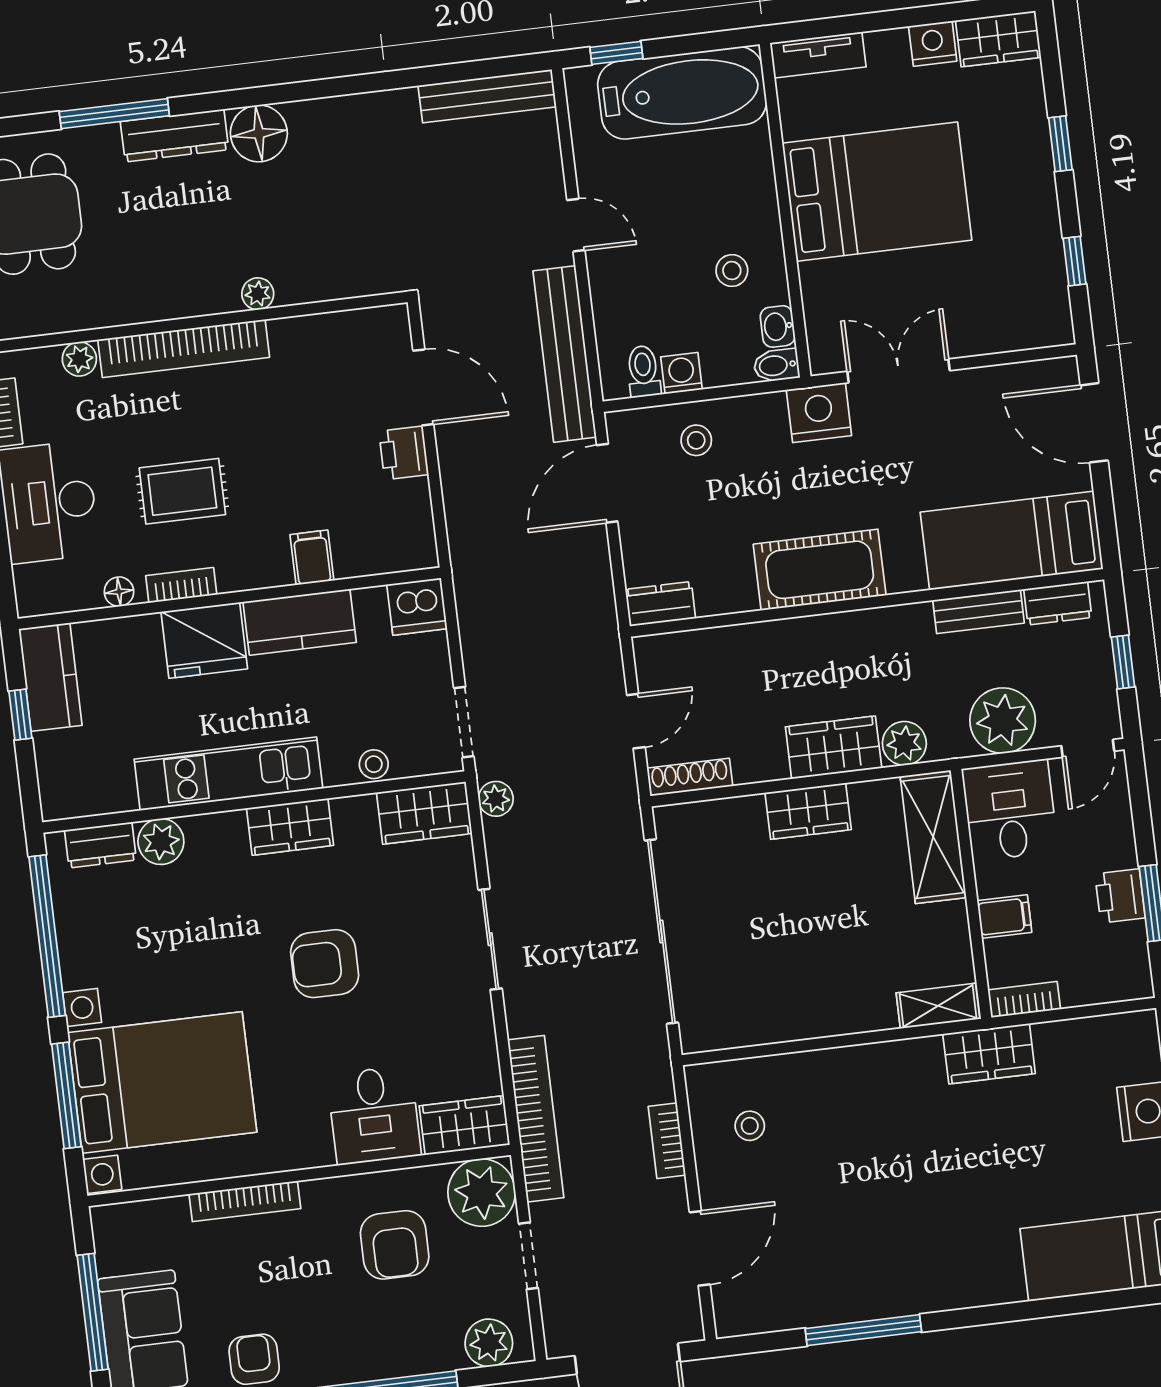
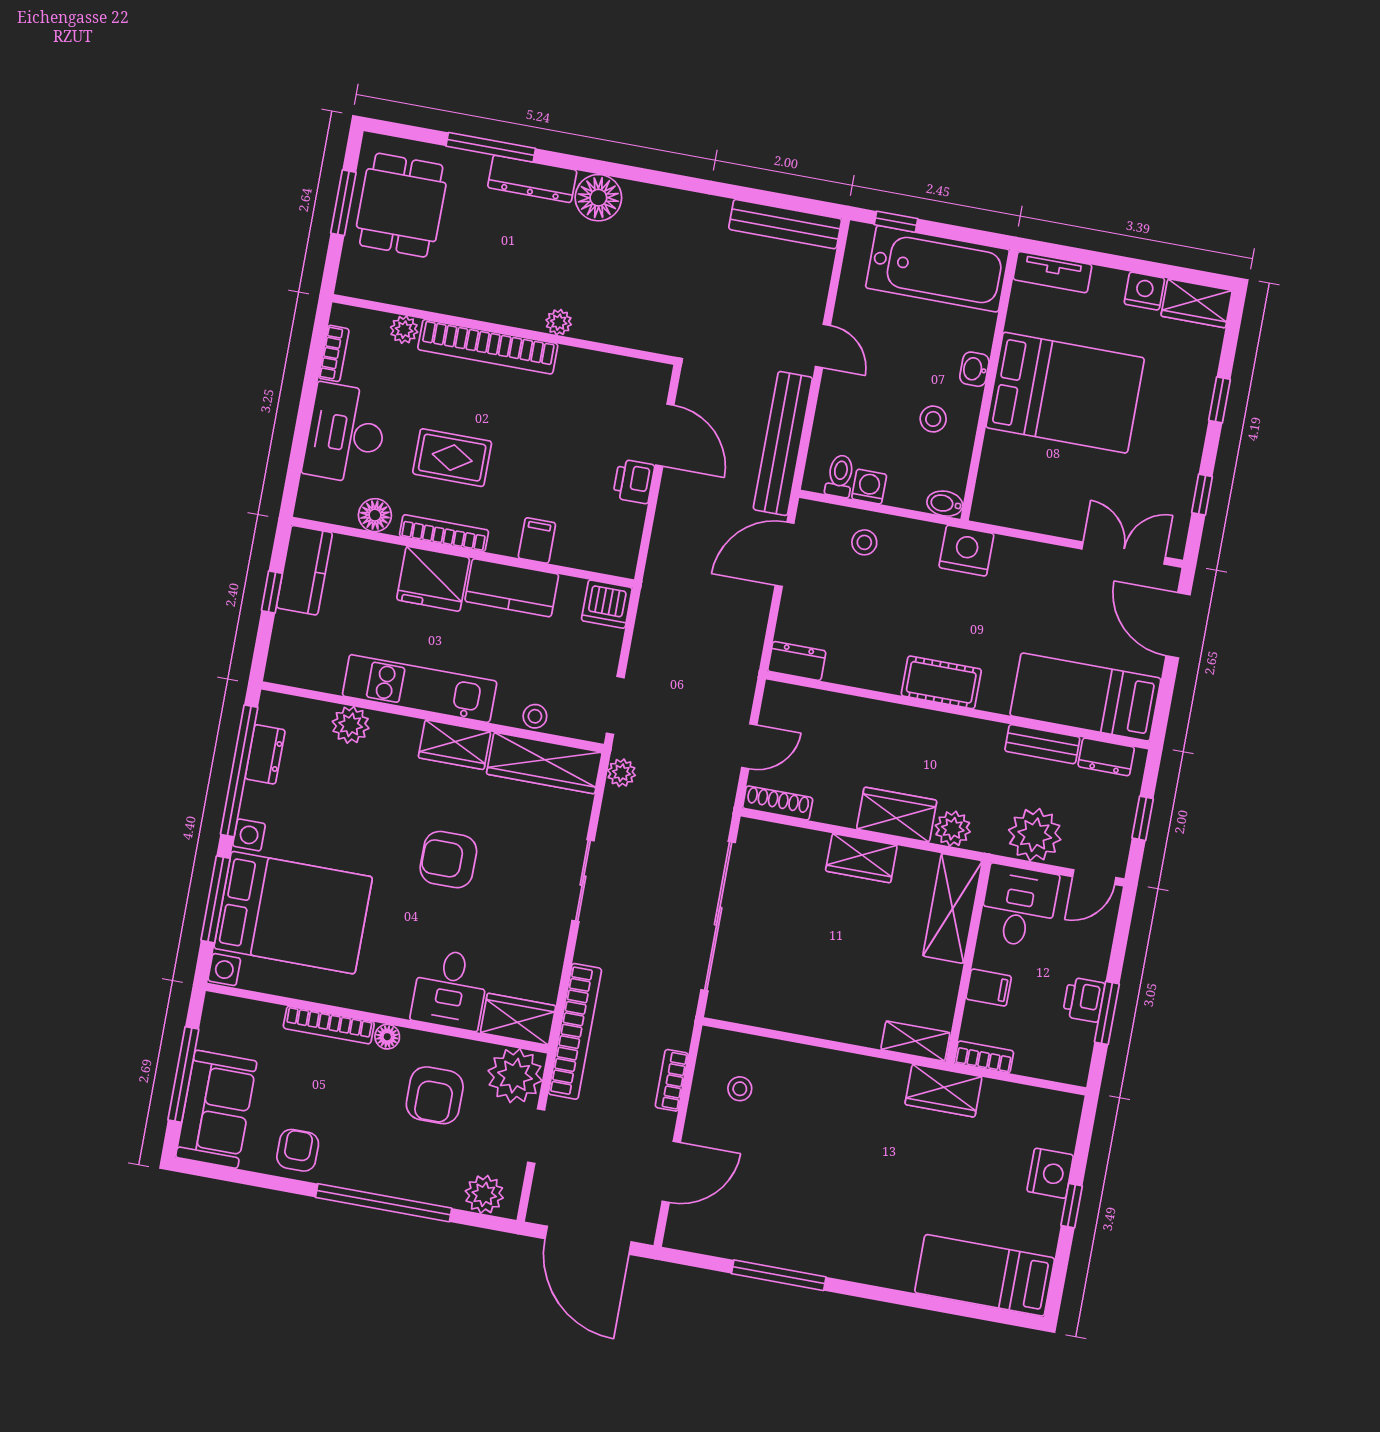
washbasin: (778, 326) -> (974, 369), moved
double door: (898, 371) -> (1123, 553), moved
cot: (820, 570) -> (941, 682), width x0.73, depth x0.75
bookcase: (181, 585) -> (444, 533), width x1.56
floor lamp: (119, 592) -> (375, 515), width x1.37, depth x1.37
wardrobe: (424, 813) -> (544, 763), width x1.50
dresser: (101, 845) -> (265, 754), moved, turned -90
floor lamp: (318, 1194) -> (387, 1037), added

